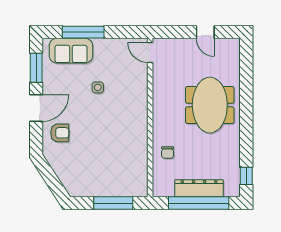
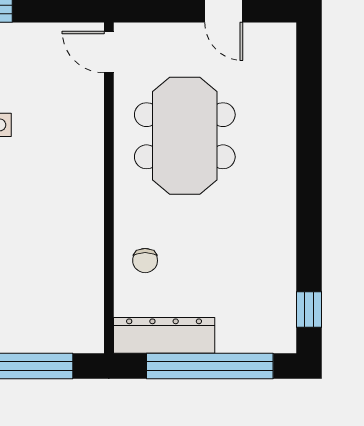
meeting table: (210, 105) -> (185, 136), moved
dresser: (199, 188) -> (164, 335), moved

